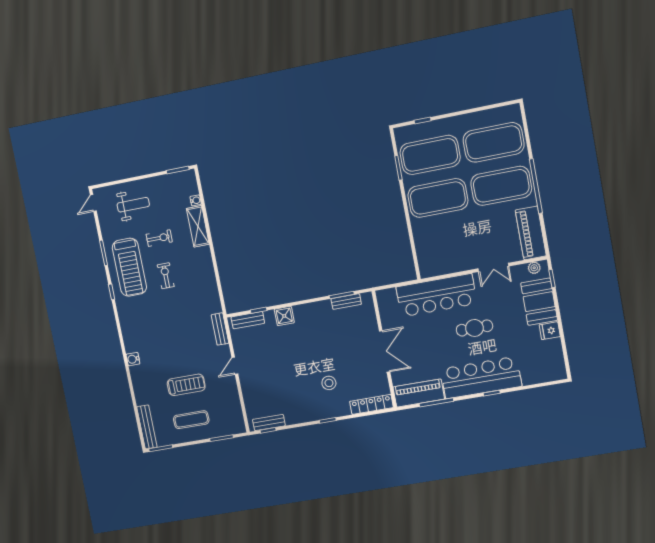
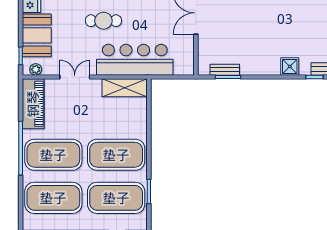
shelving: (441, 266) -> (125, 88), added

